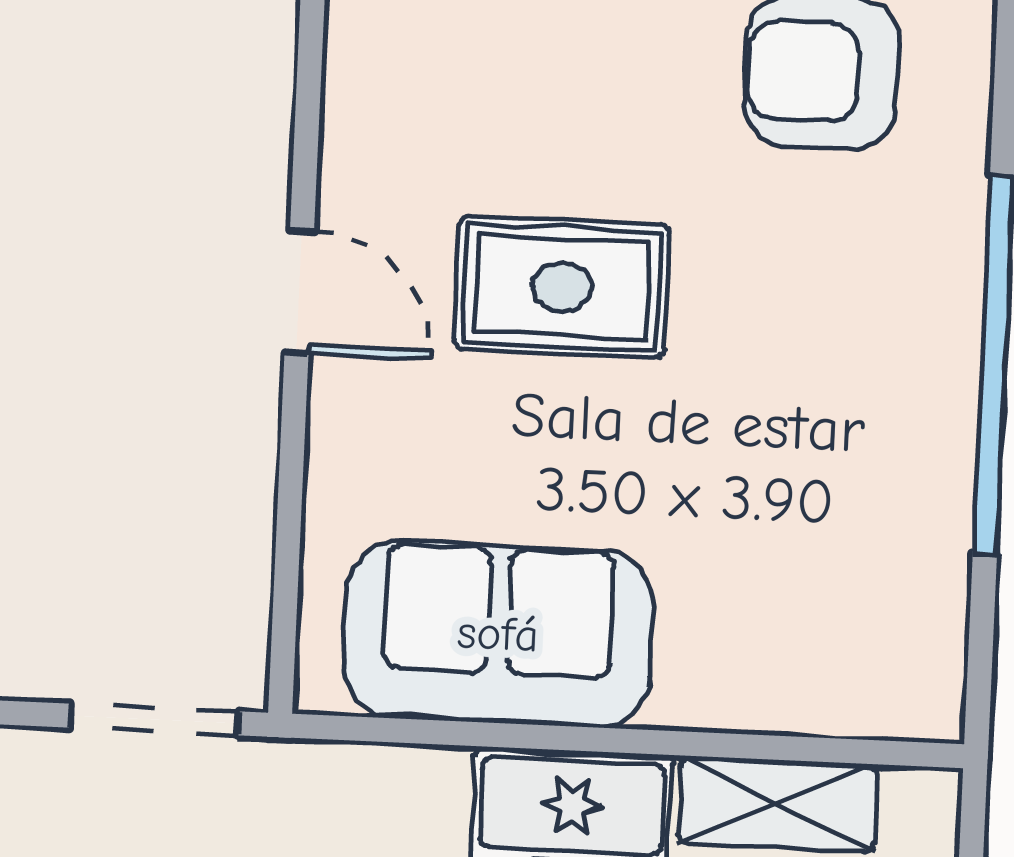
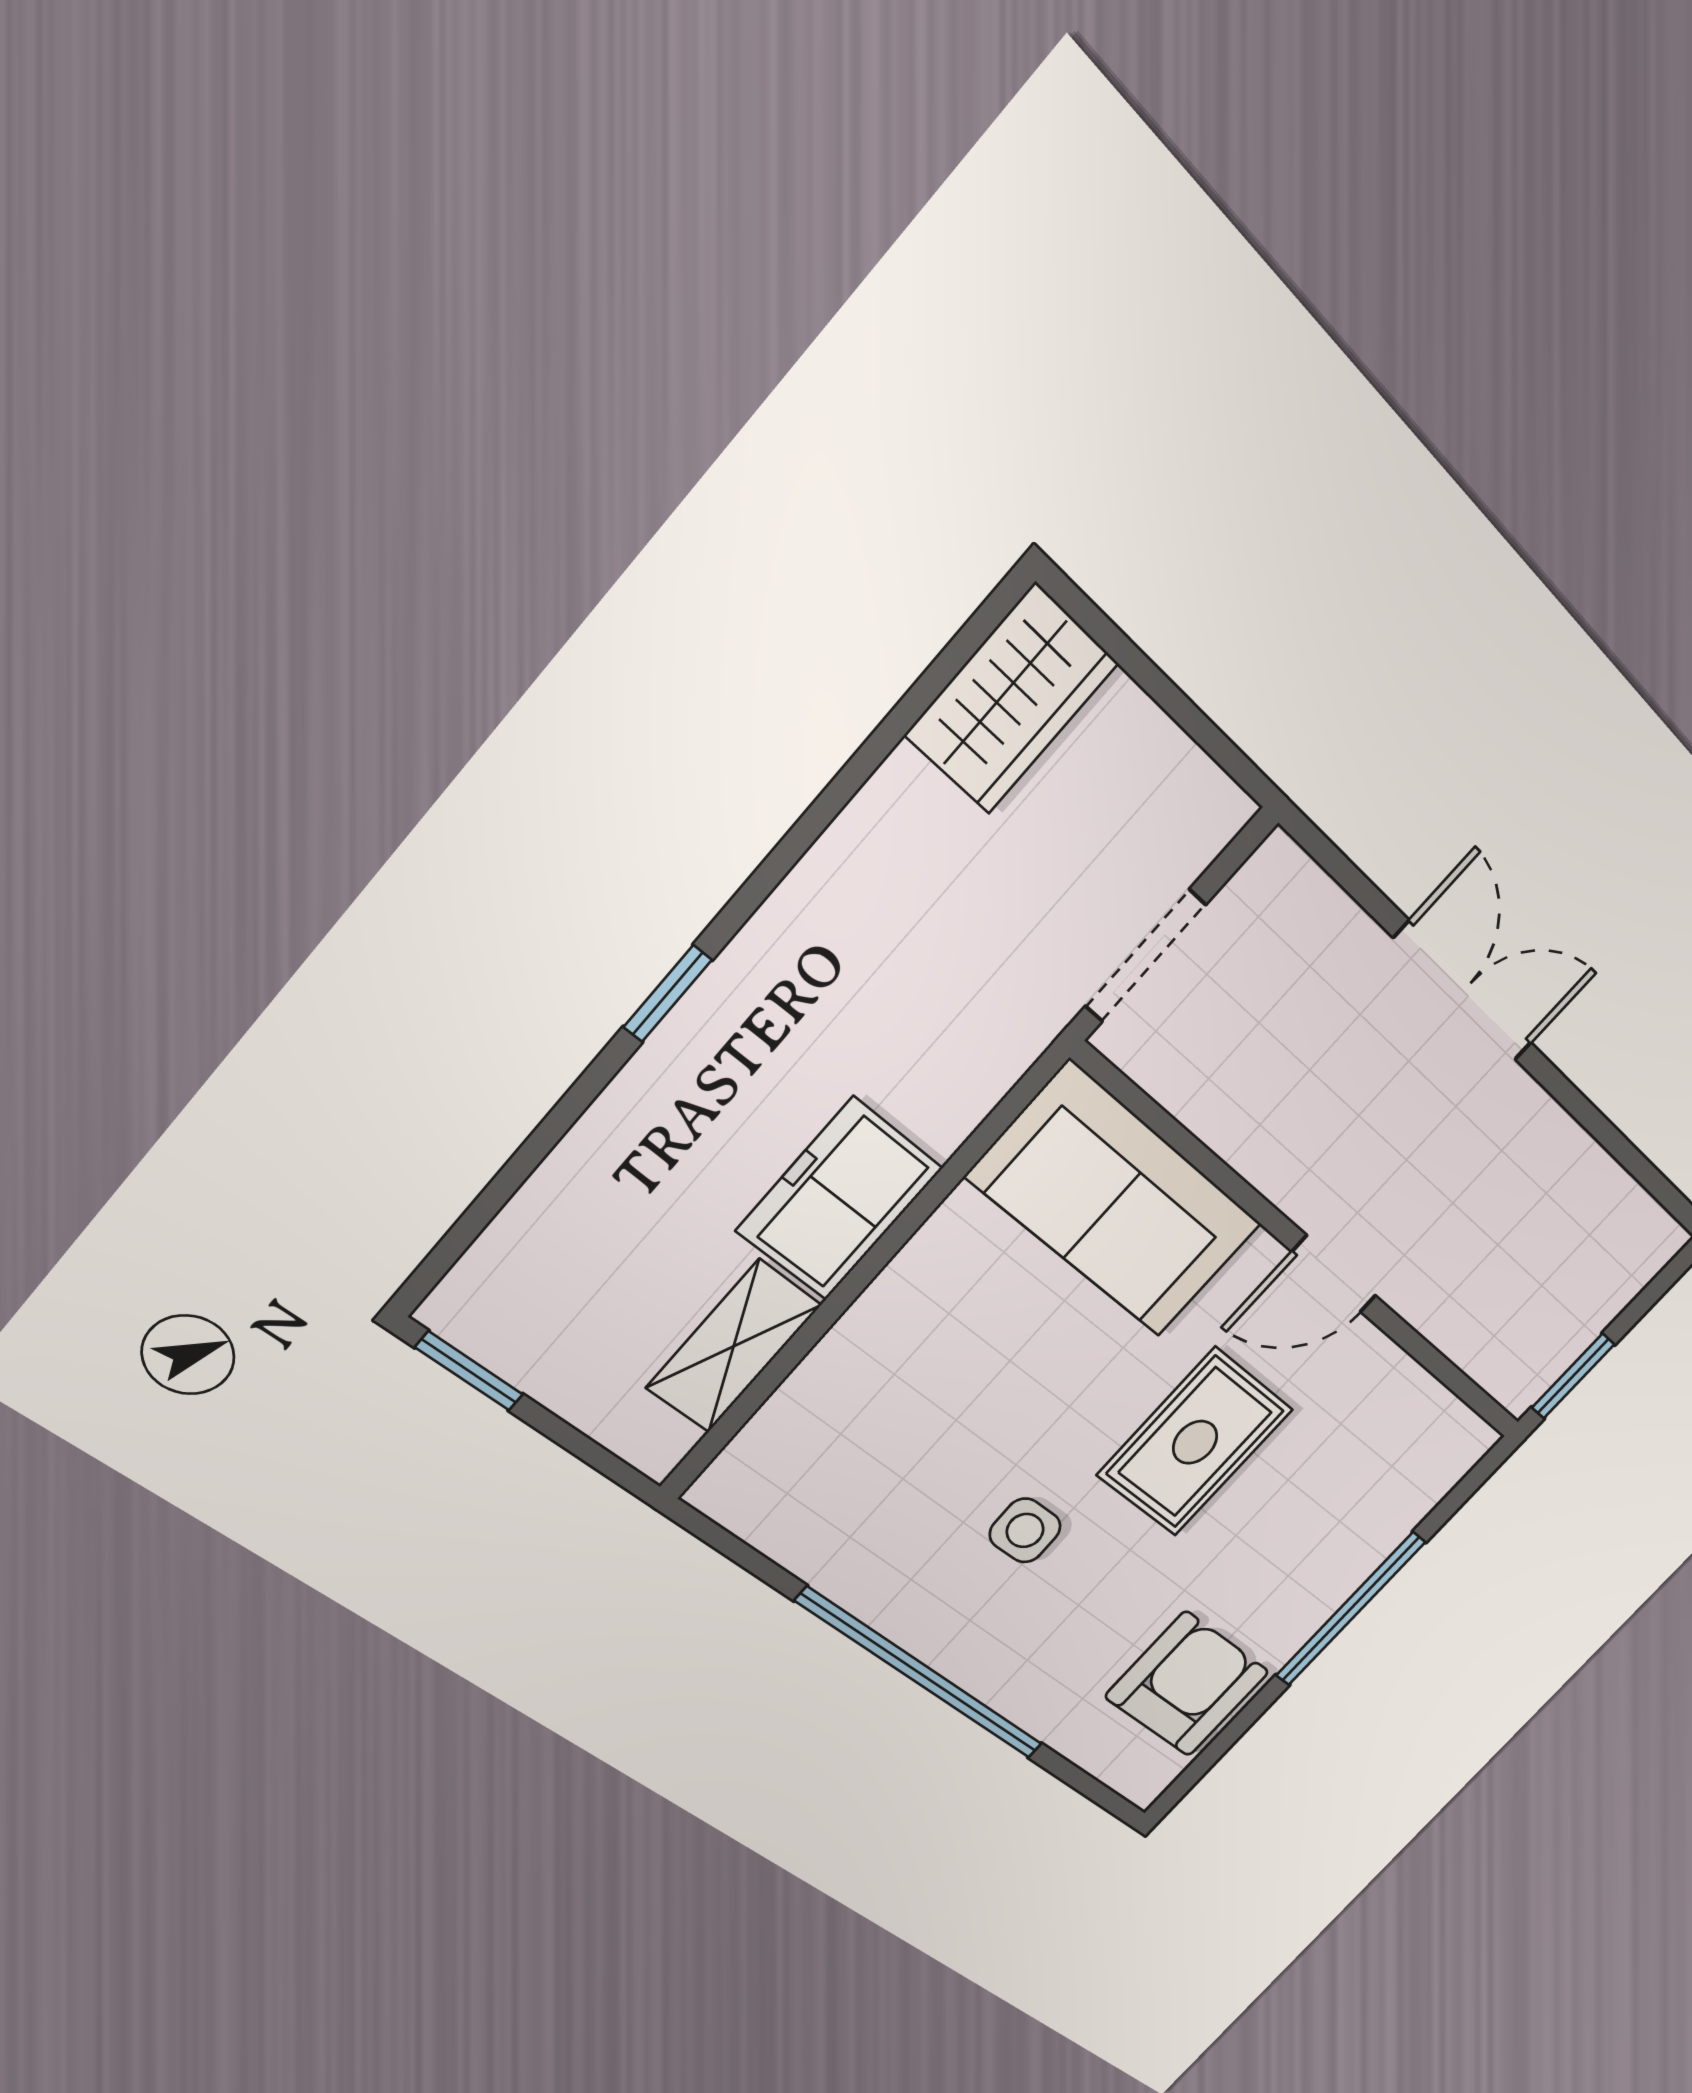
side table: (770, 384) -> (1025, 1530), added
sofa: (498, 634) -> (1115, 1201), moved, turned 90

